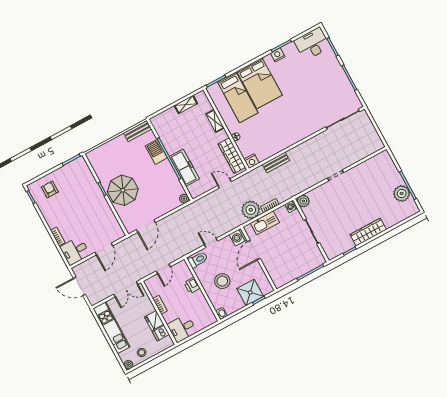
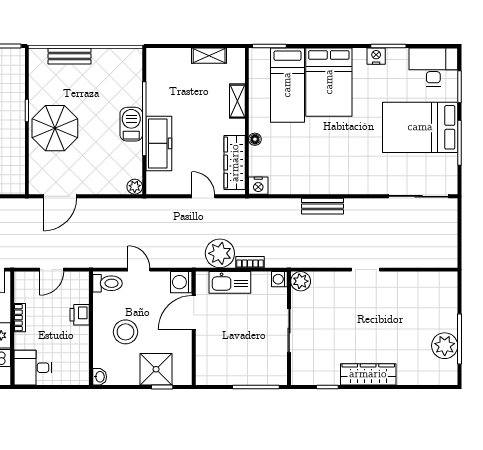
bed: (323, 81) -> (420, 127), added
bench: (138, 131) -> (70, 56), moved
barbecue: (156, 152) -> (131, 124), moved
bench: (276, 163) -> (322, 206), moved

